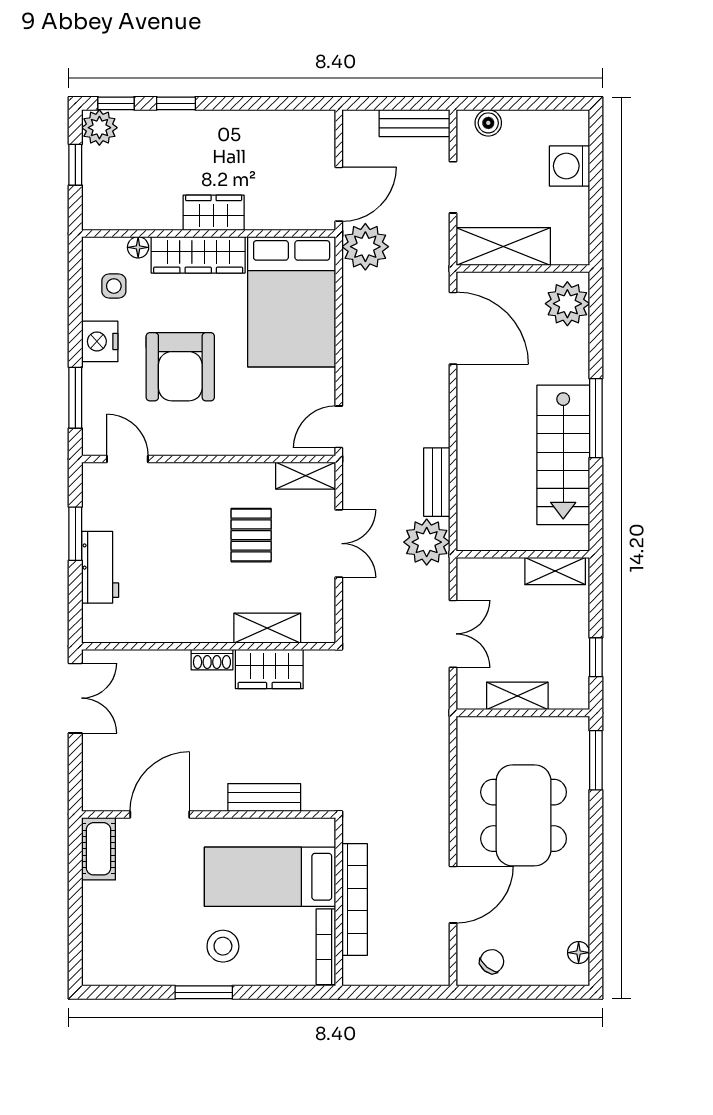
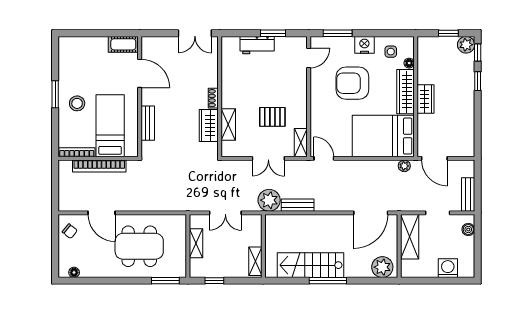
plant: (365, 247) -> (404, 166), width x0.53, depth x0.53

